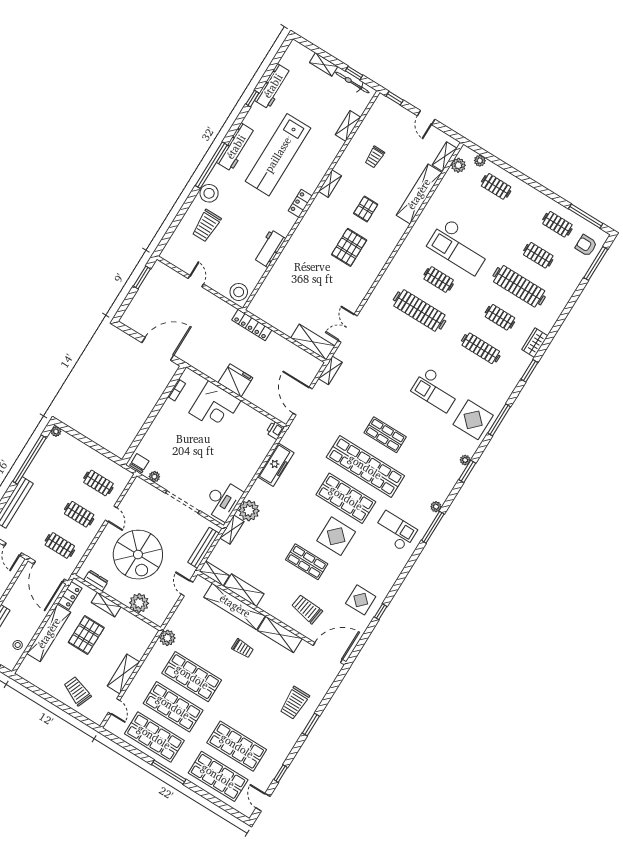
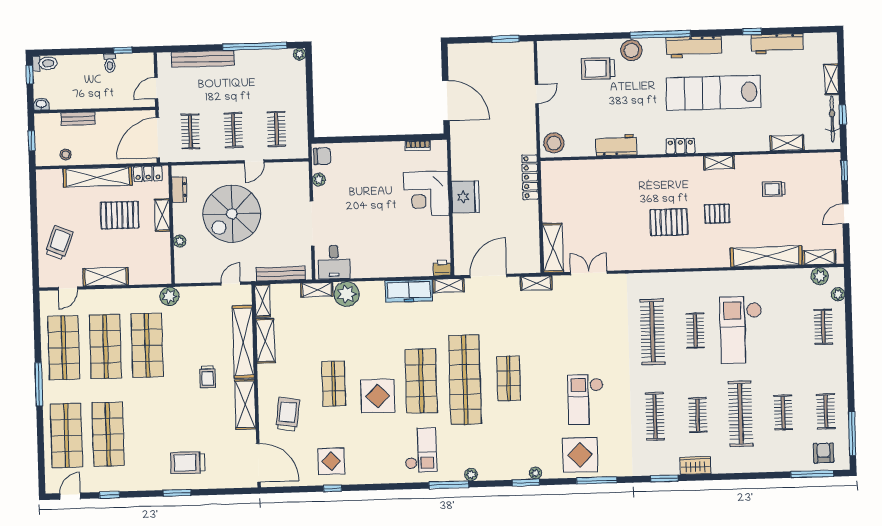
shelving: (291, 434) -> (449, 286), added
desk: (223, 500) -> (334, 262), width x0.73
plant: (139, 603) -> (180, 241), width x0.53, depth x0.53

